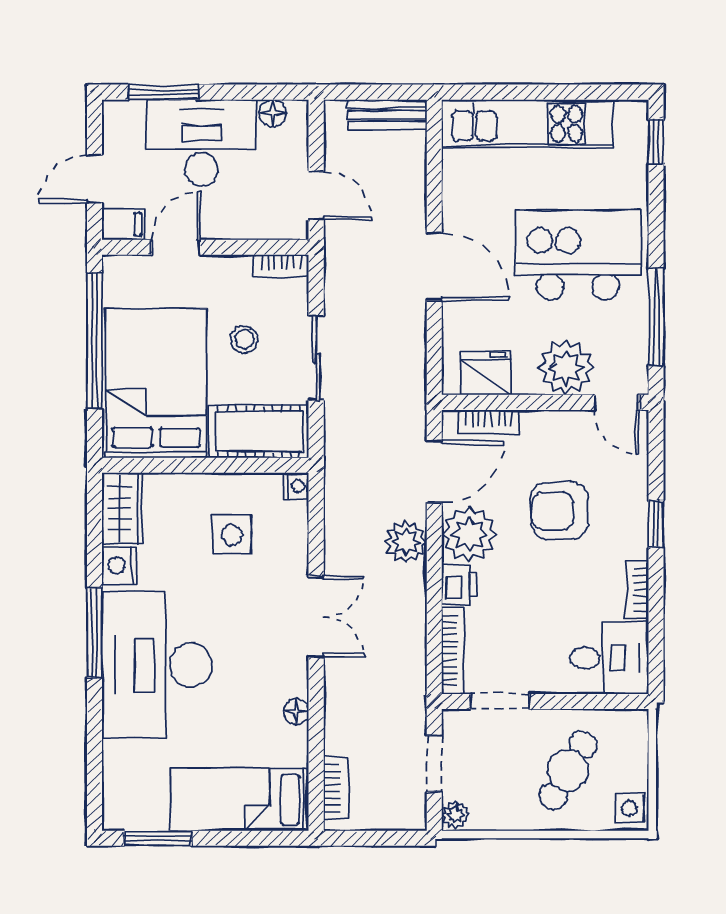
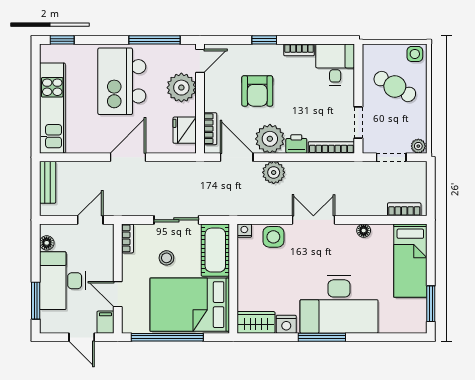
side table: (232, 535) -> (273, 237), moved

